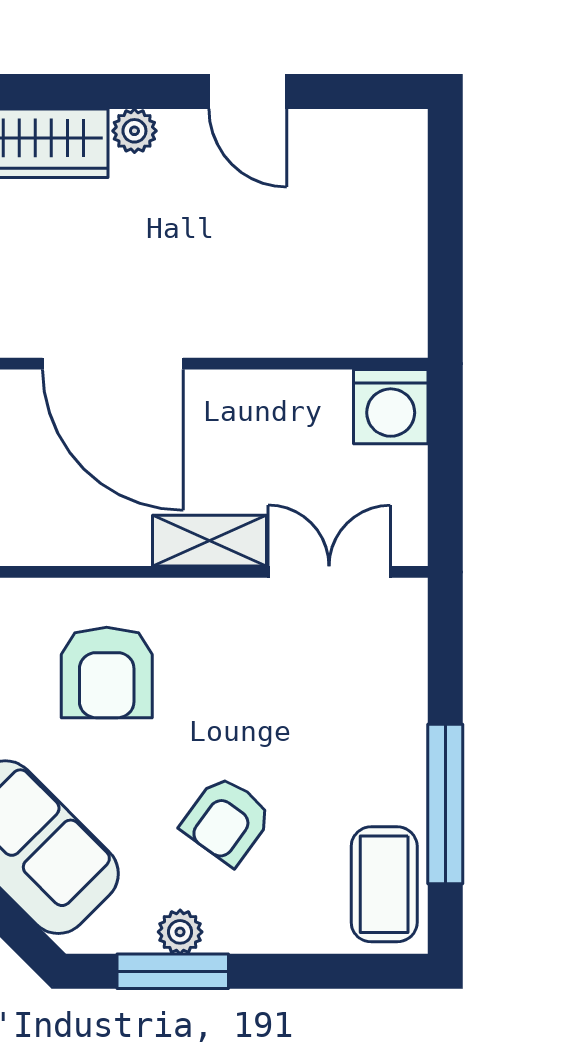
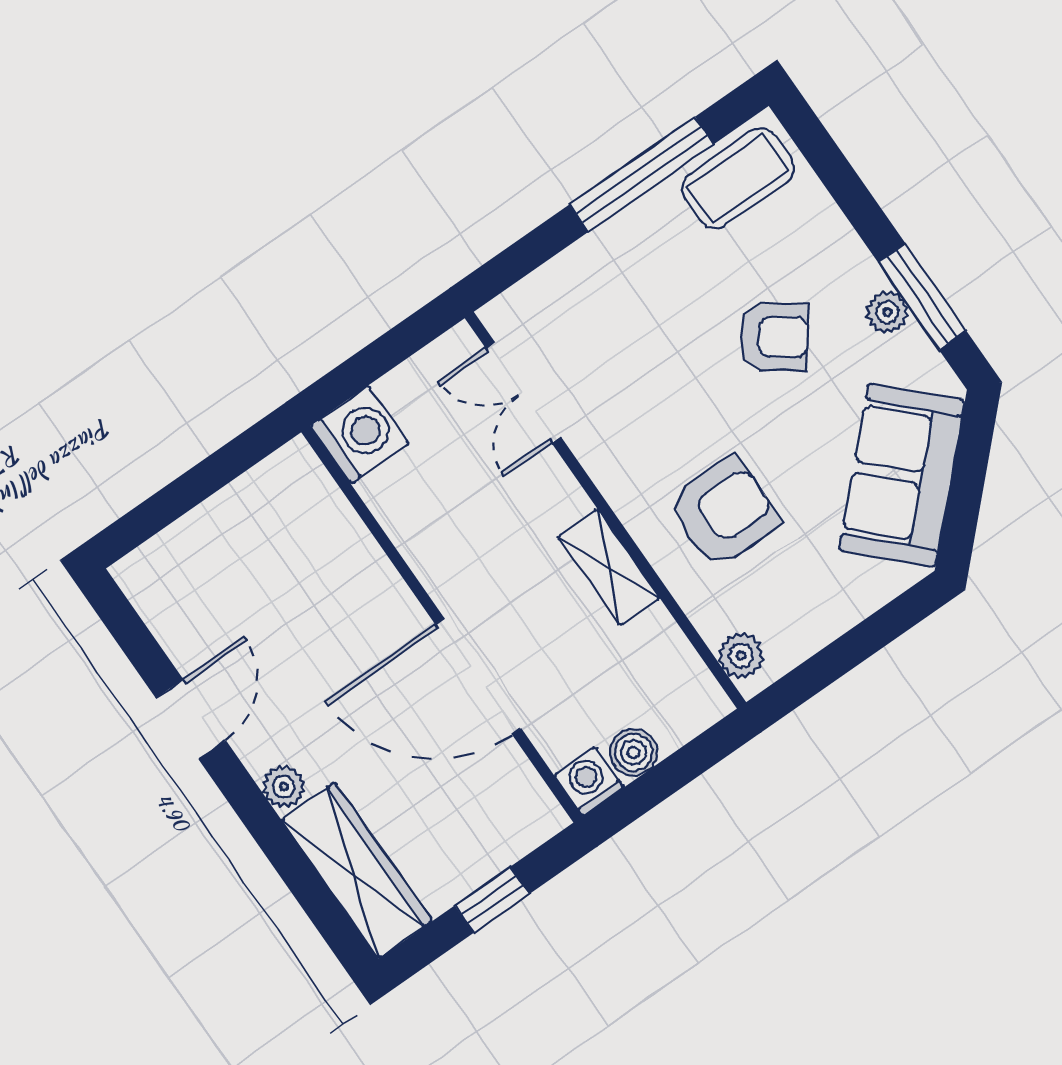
door: (113, 364) -> (478, 676), swing flipped
shelving: (209, 541) -> (609, 567), moved

